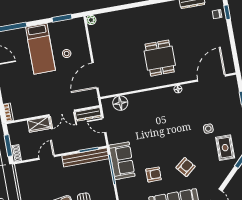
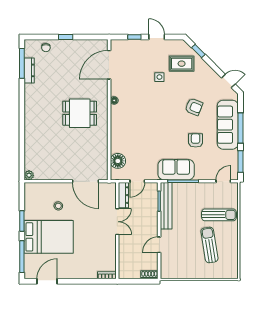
window: (227, 12) -> (66, 37), moved
window: (62, 18) -> (22, 221), moved
bed: (40, 49) -> (49, 237), width x1.50
door: (211, 78) -> (109, 65), hinge flipped
wardrobe: (39, 125) -> (125, 247), removed
window: (8, 146) -> (140, 281), removed
door: (47, 157) -> (159, 245), hinge flipped
armchair: (186, 167) -> (194, 107), turned 151

